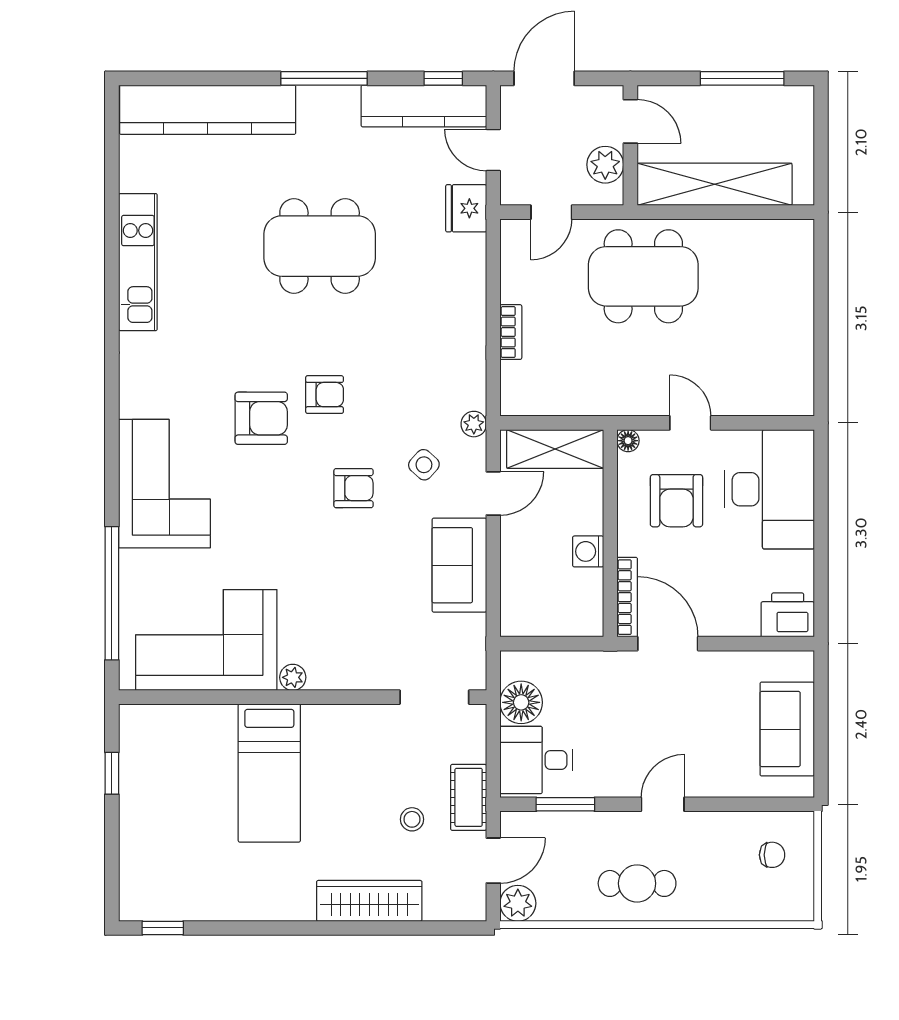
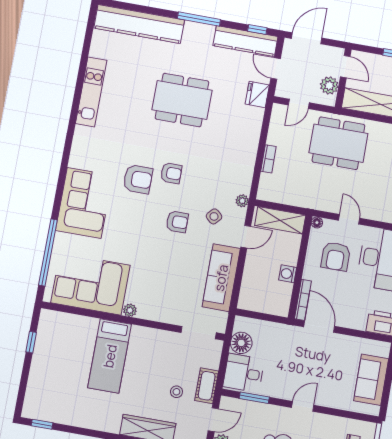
sofa: (459, 565) -> (221, 278), width x1.36

